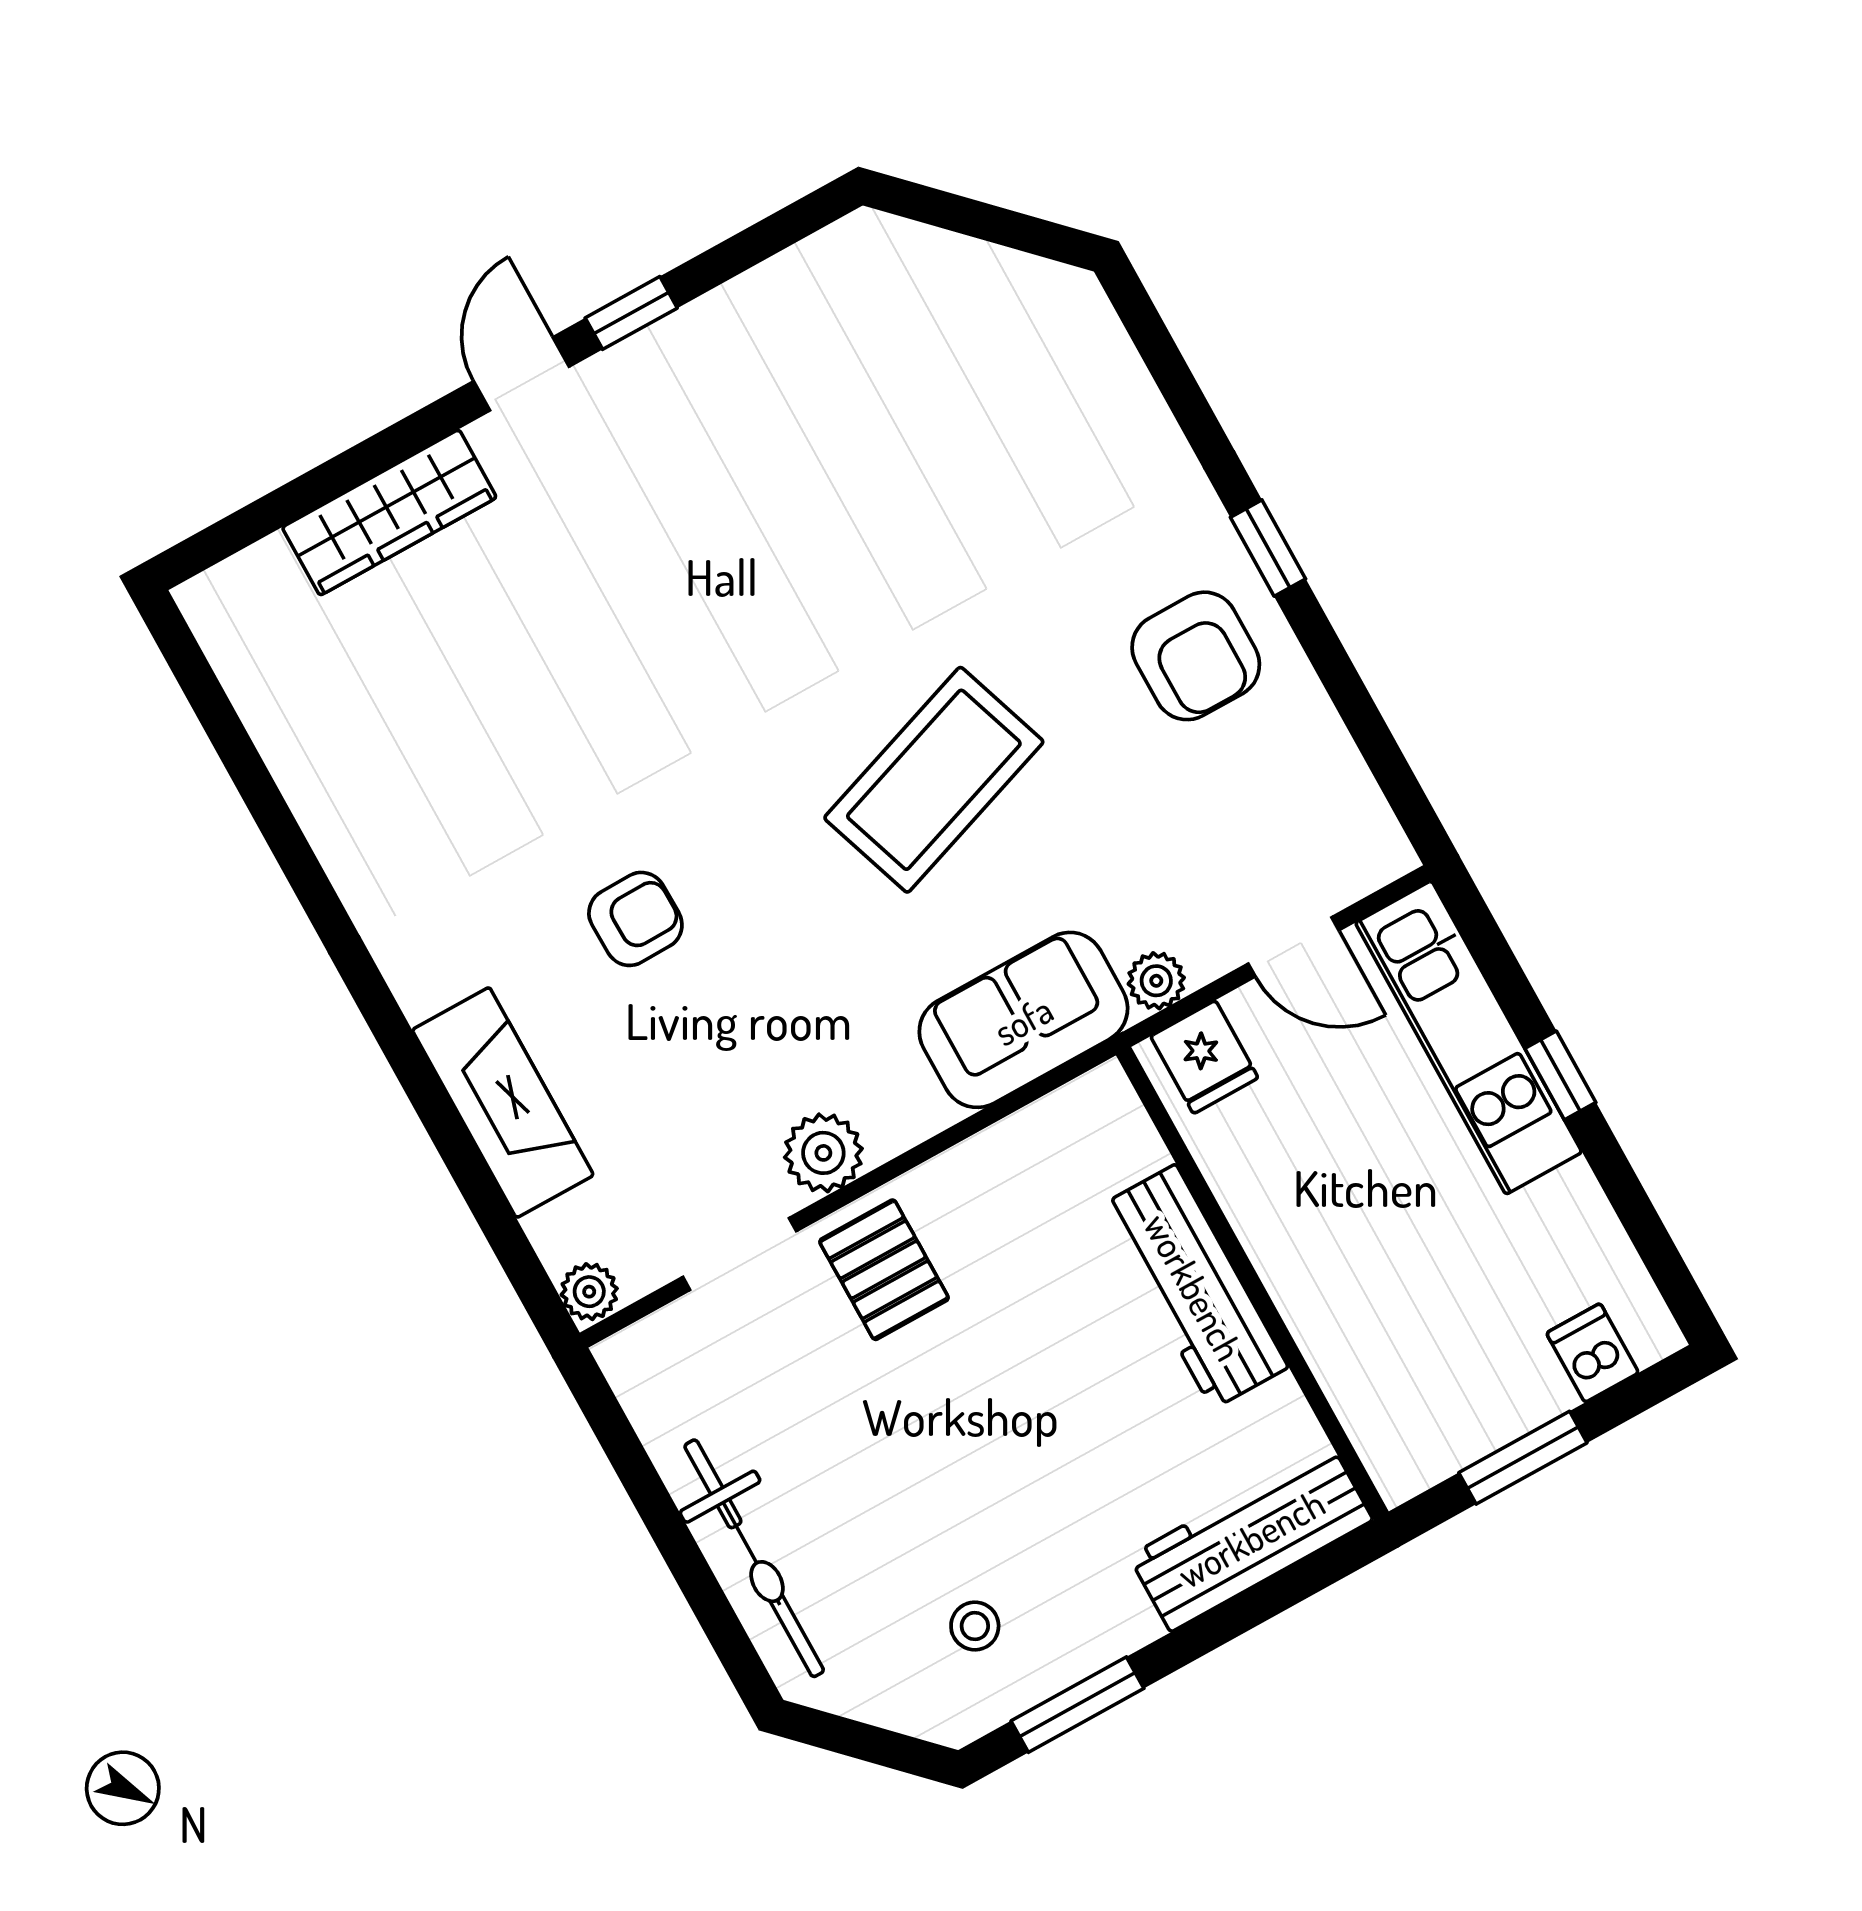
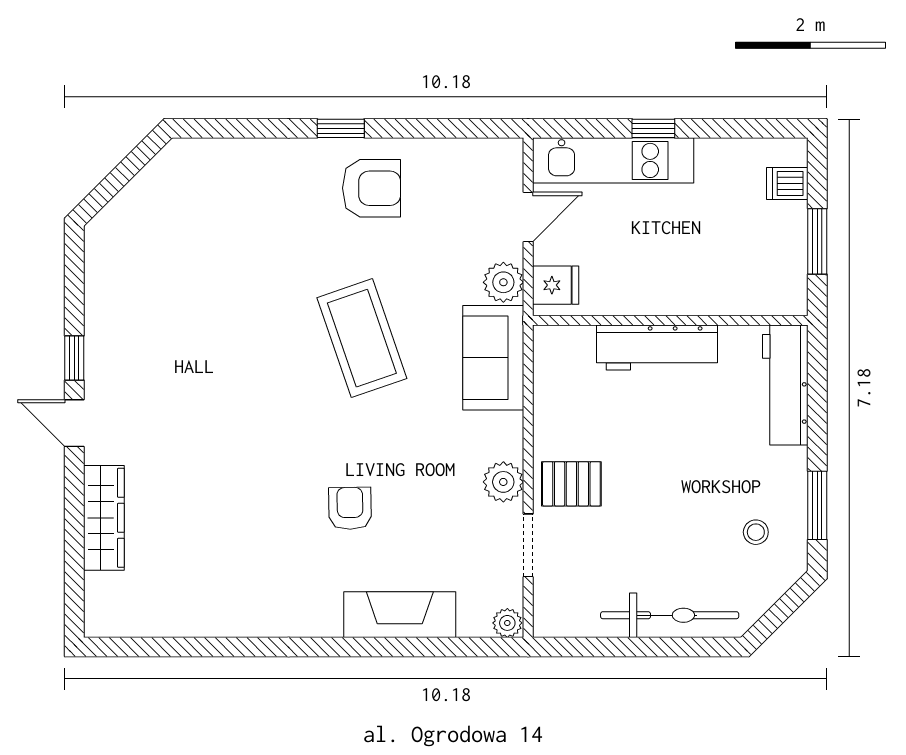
plant: (1156, 981) -> (503, 282), width x1.38, depth x1.38

